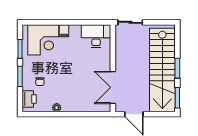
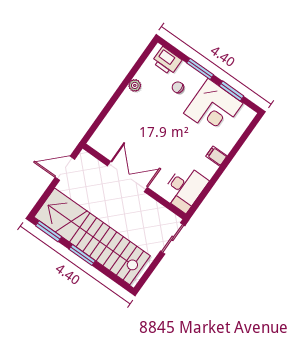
corner desk: (43, 40) -> (213, 108), moved, turned -90
double door: (113, 87) -> (127, 177), moved

